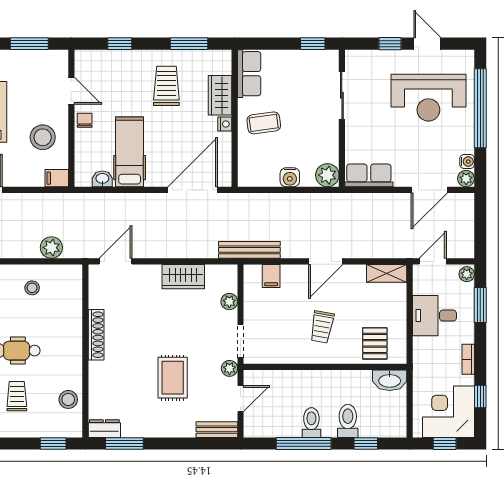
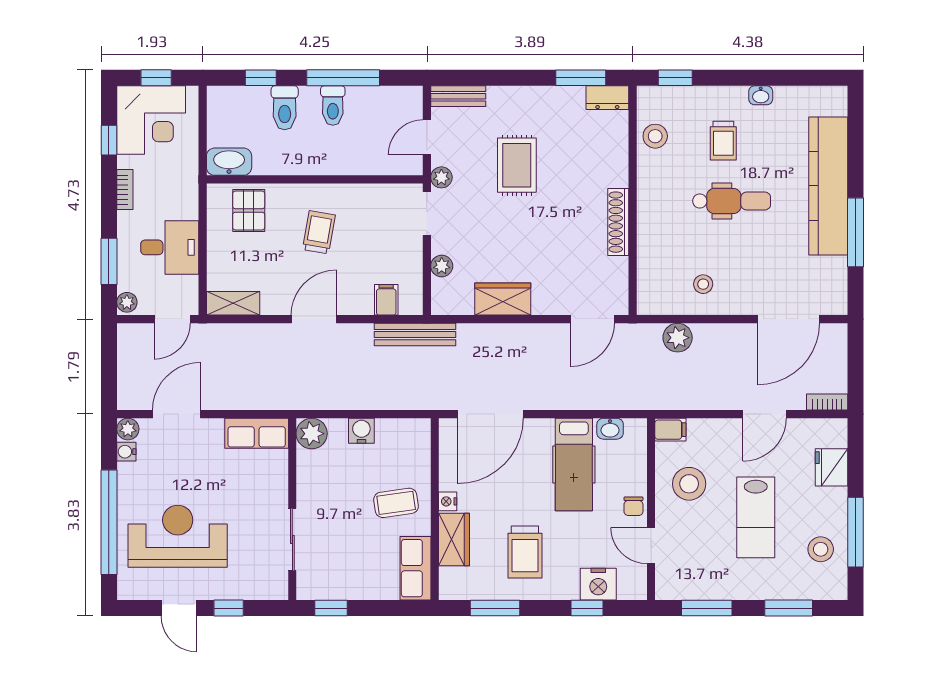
nightstand: (111, 62) -> (598, 584), added

